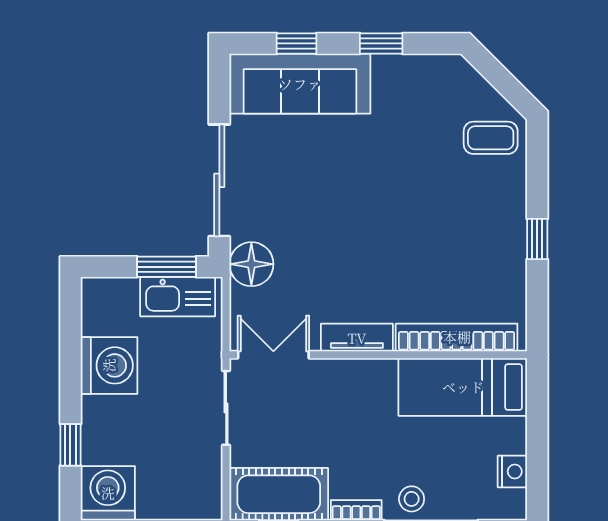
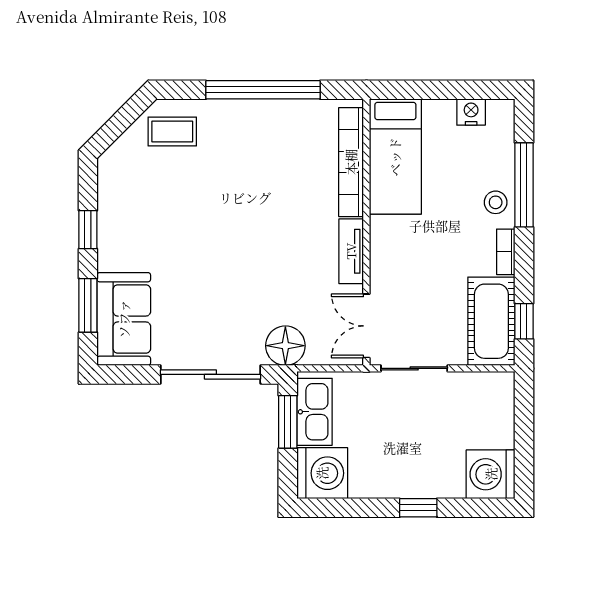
window: (297, 43) -> (88, 305), width x1.50
sofa: (300, 84) -> (124, 319), width x0.73
coffee table: (491, 138) -> (172, 131), turned 90
window: (537, 239) -> (263, 90), width x3.17
washing machine: (109, 365) -> (322, 473), moved, turned 90
window: (70, 445) -> (418, 508), moved

